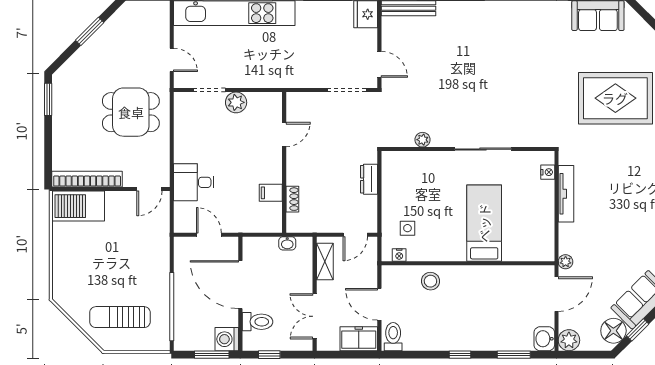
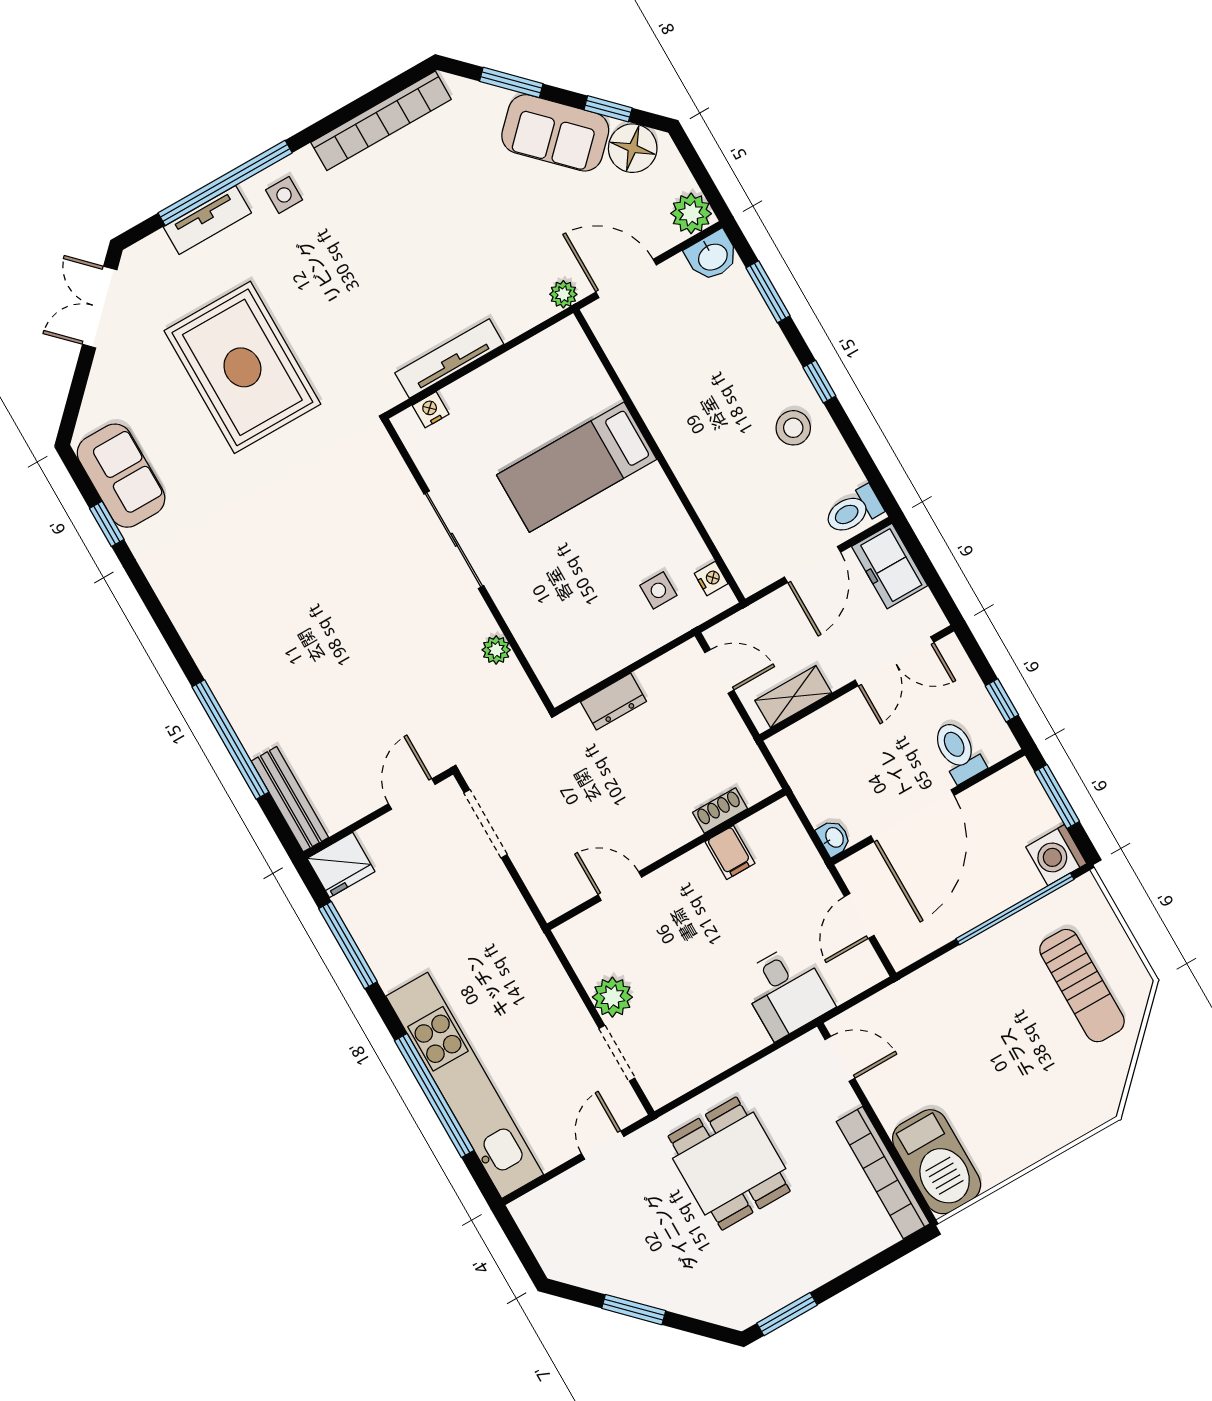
washbasin: (287, 243) -> (834, 838), moved
stool: (430, 281) -> (793, 428), moved
washing machine: (227, 339) -> (1056, 855), moved, turned 90

